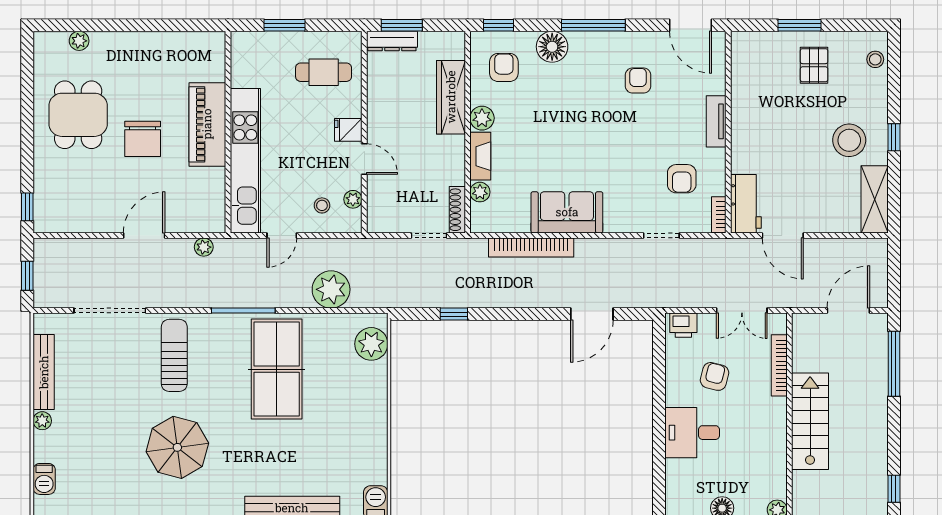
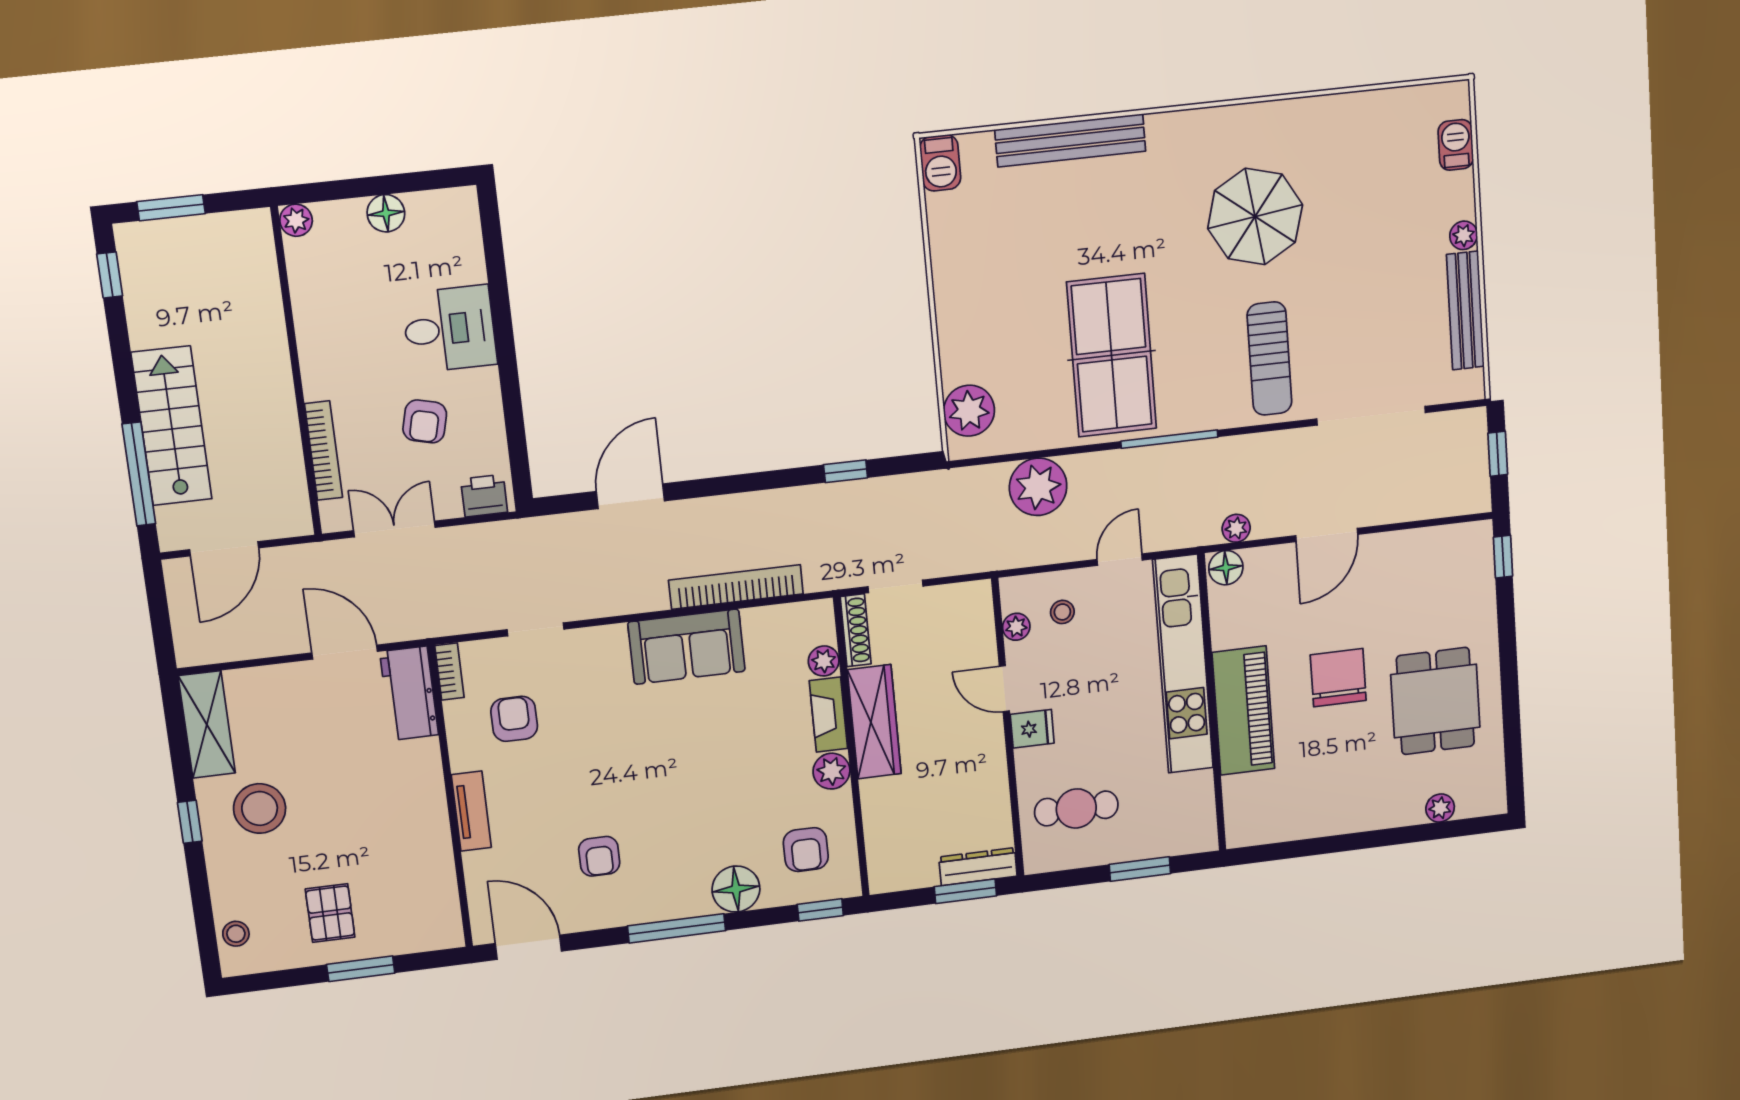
wardrobe: (451, 97) -> (874, 722), moved
floor lamp: (212, 222) -> (1226, 568), added
stairs: (810, 421) -> (172, 426), moved, turned 180

